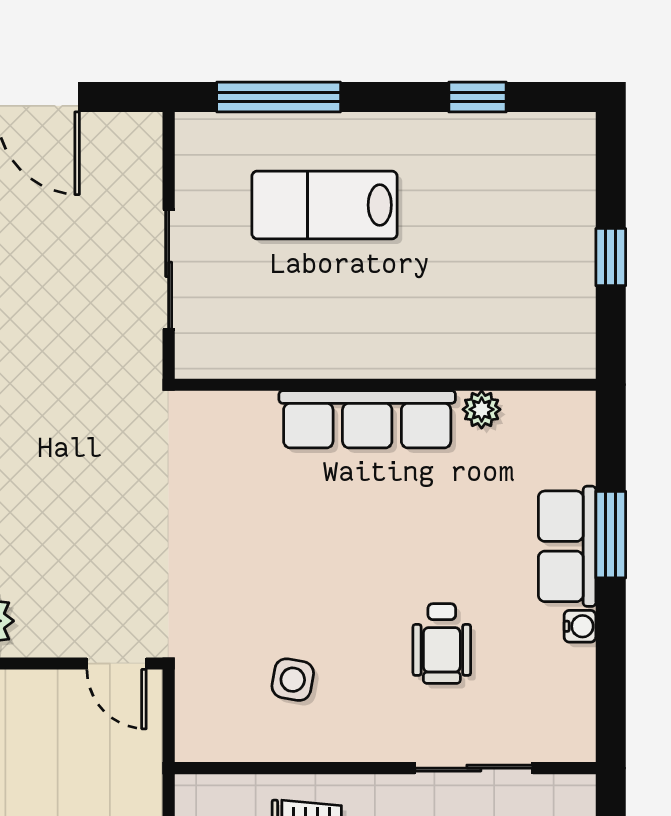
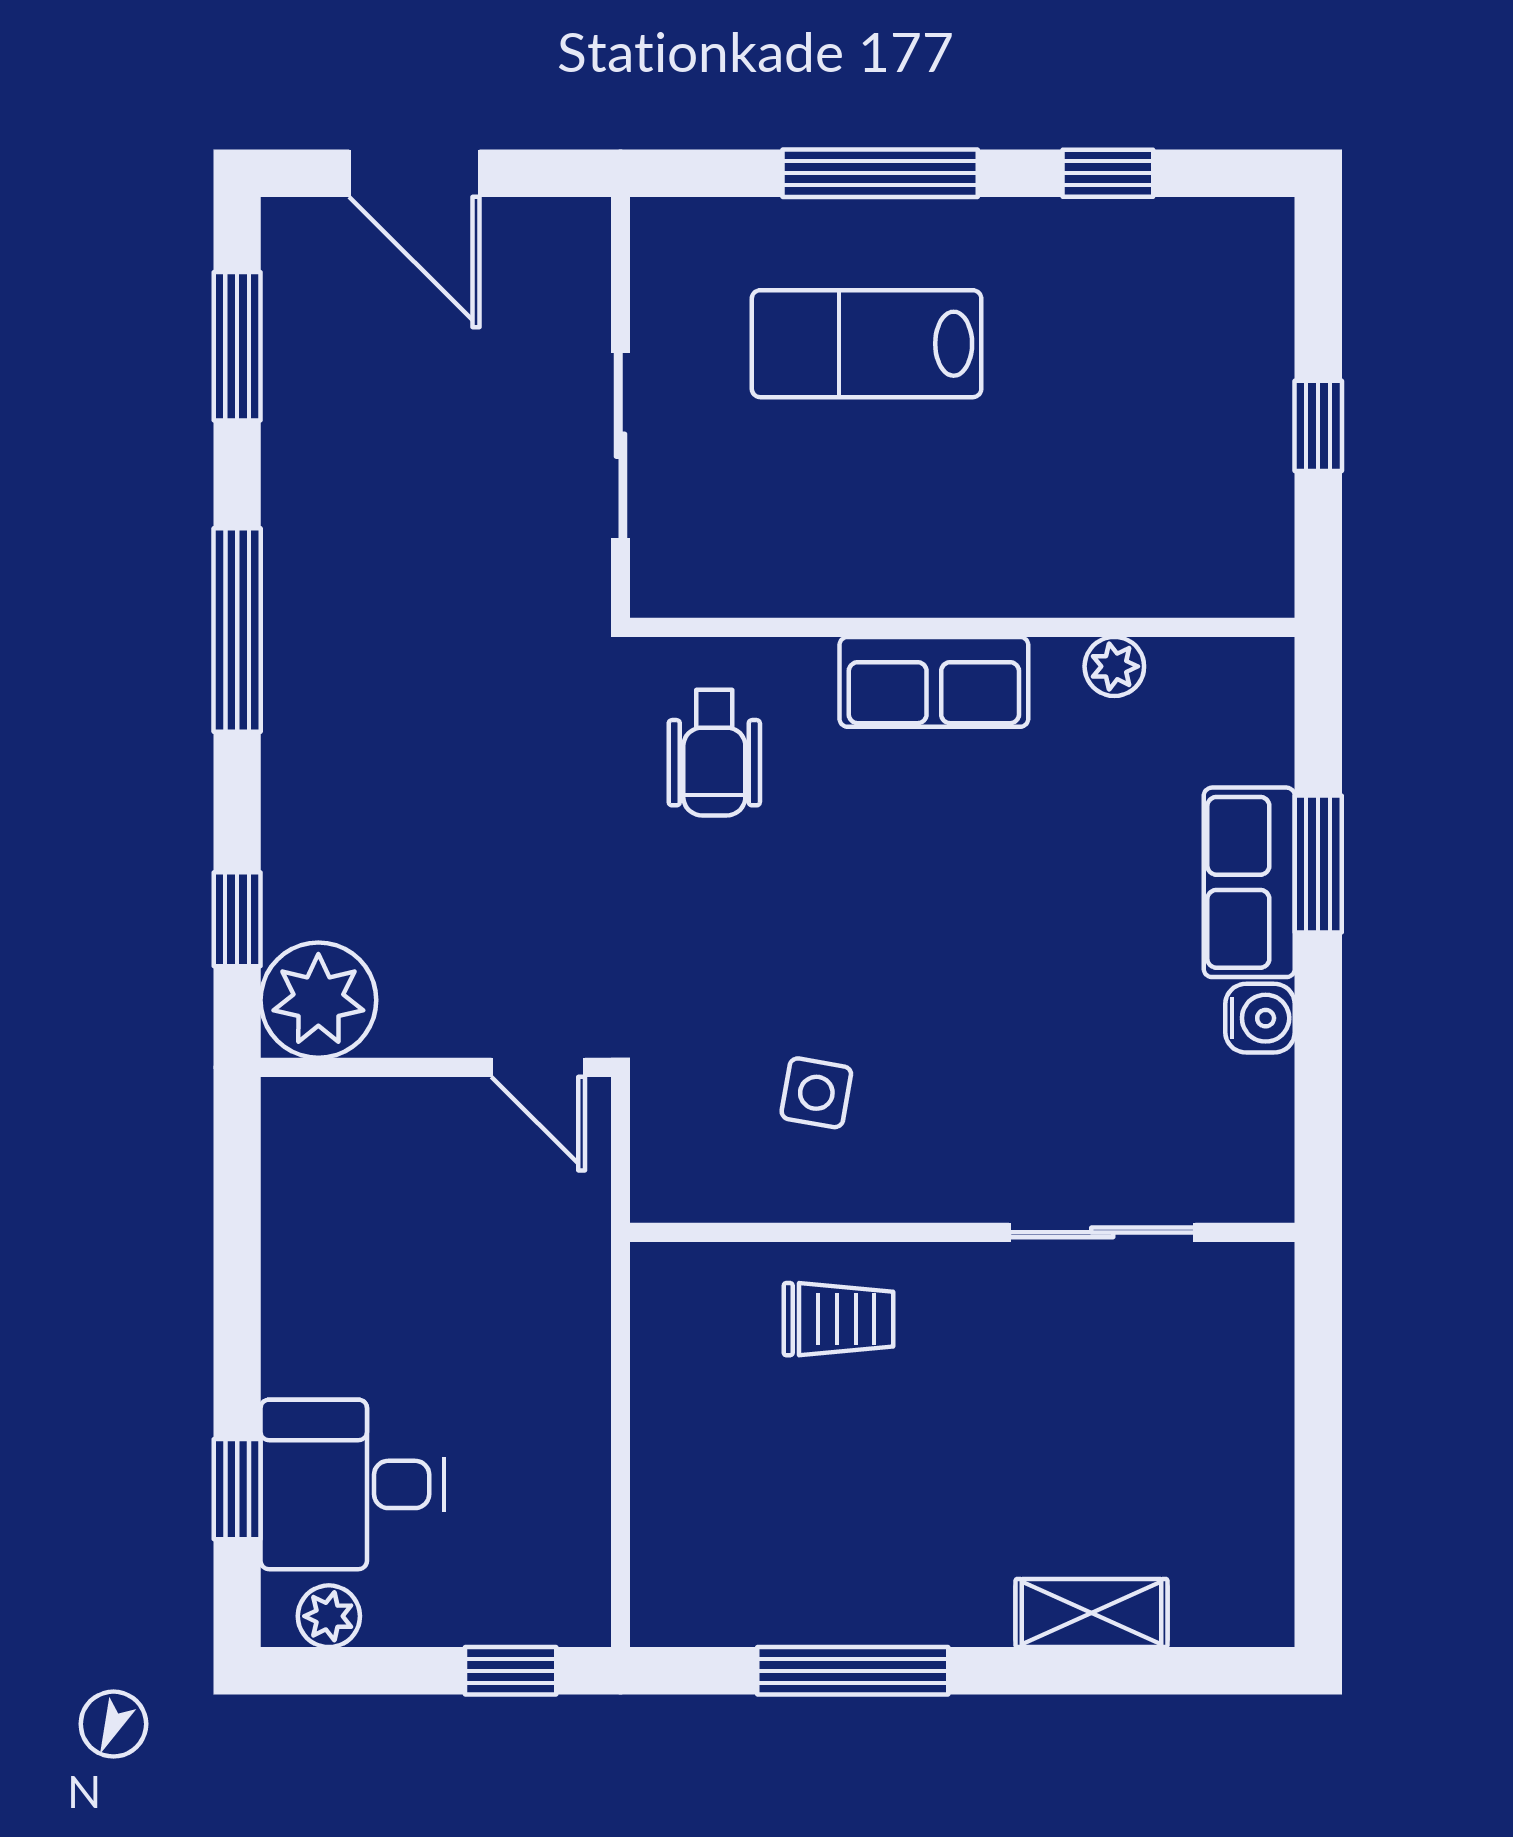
window: (279, 97) -> (880, 173), moved
row of seats: (367, 419) -> (934, 682), width x0.68
water cooler: (580, 626) -> (1260, 1018), width x1.38, depth x1.38
wheelchair: (442, 644) -> (714, 753), moved

